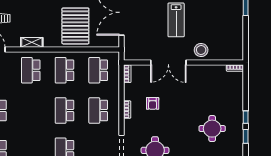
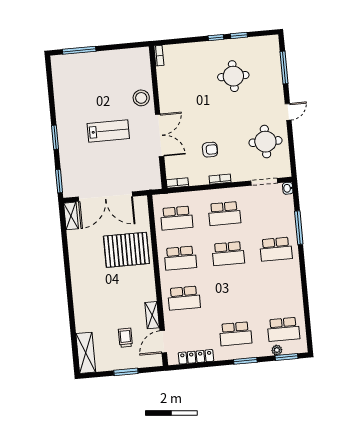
shelving: (32, 42) -> (152, 315), moved

